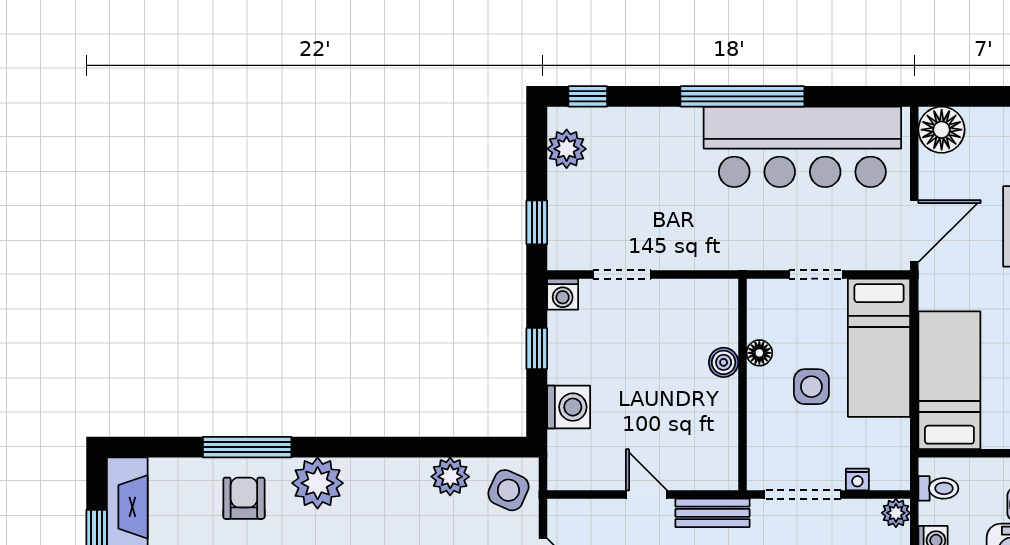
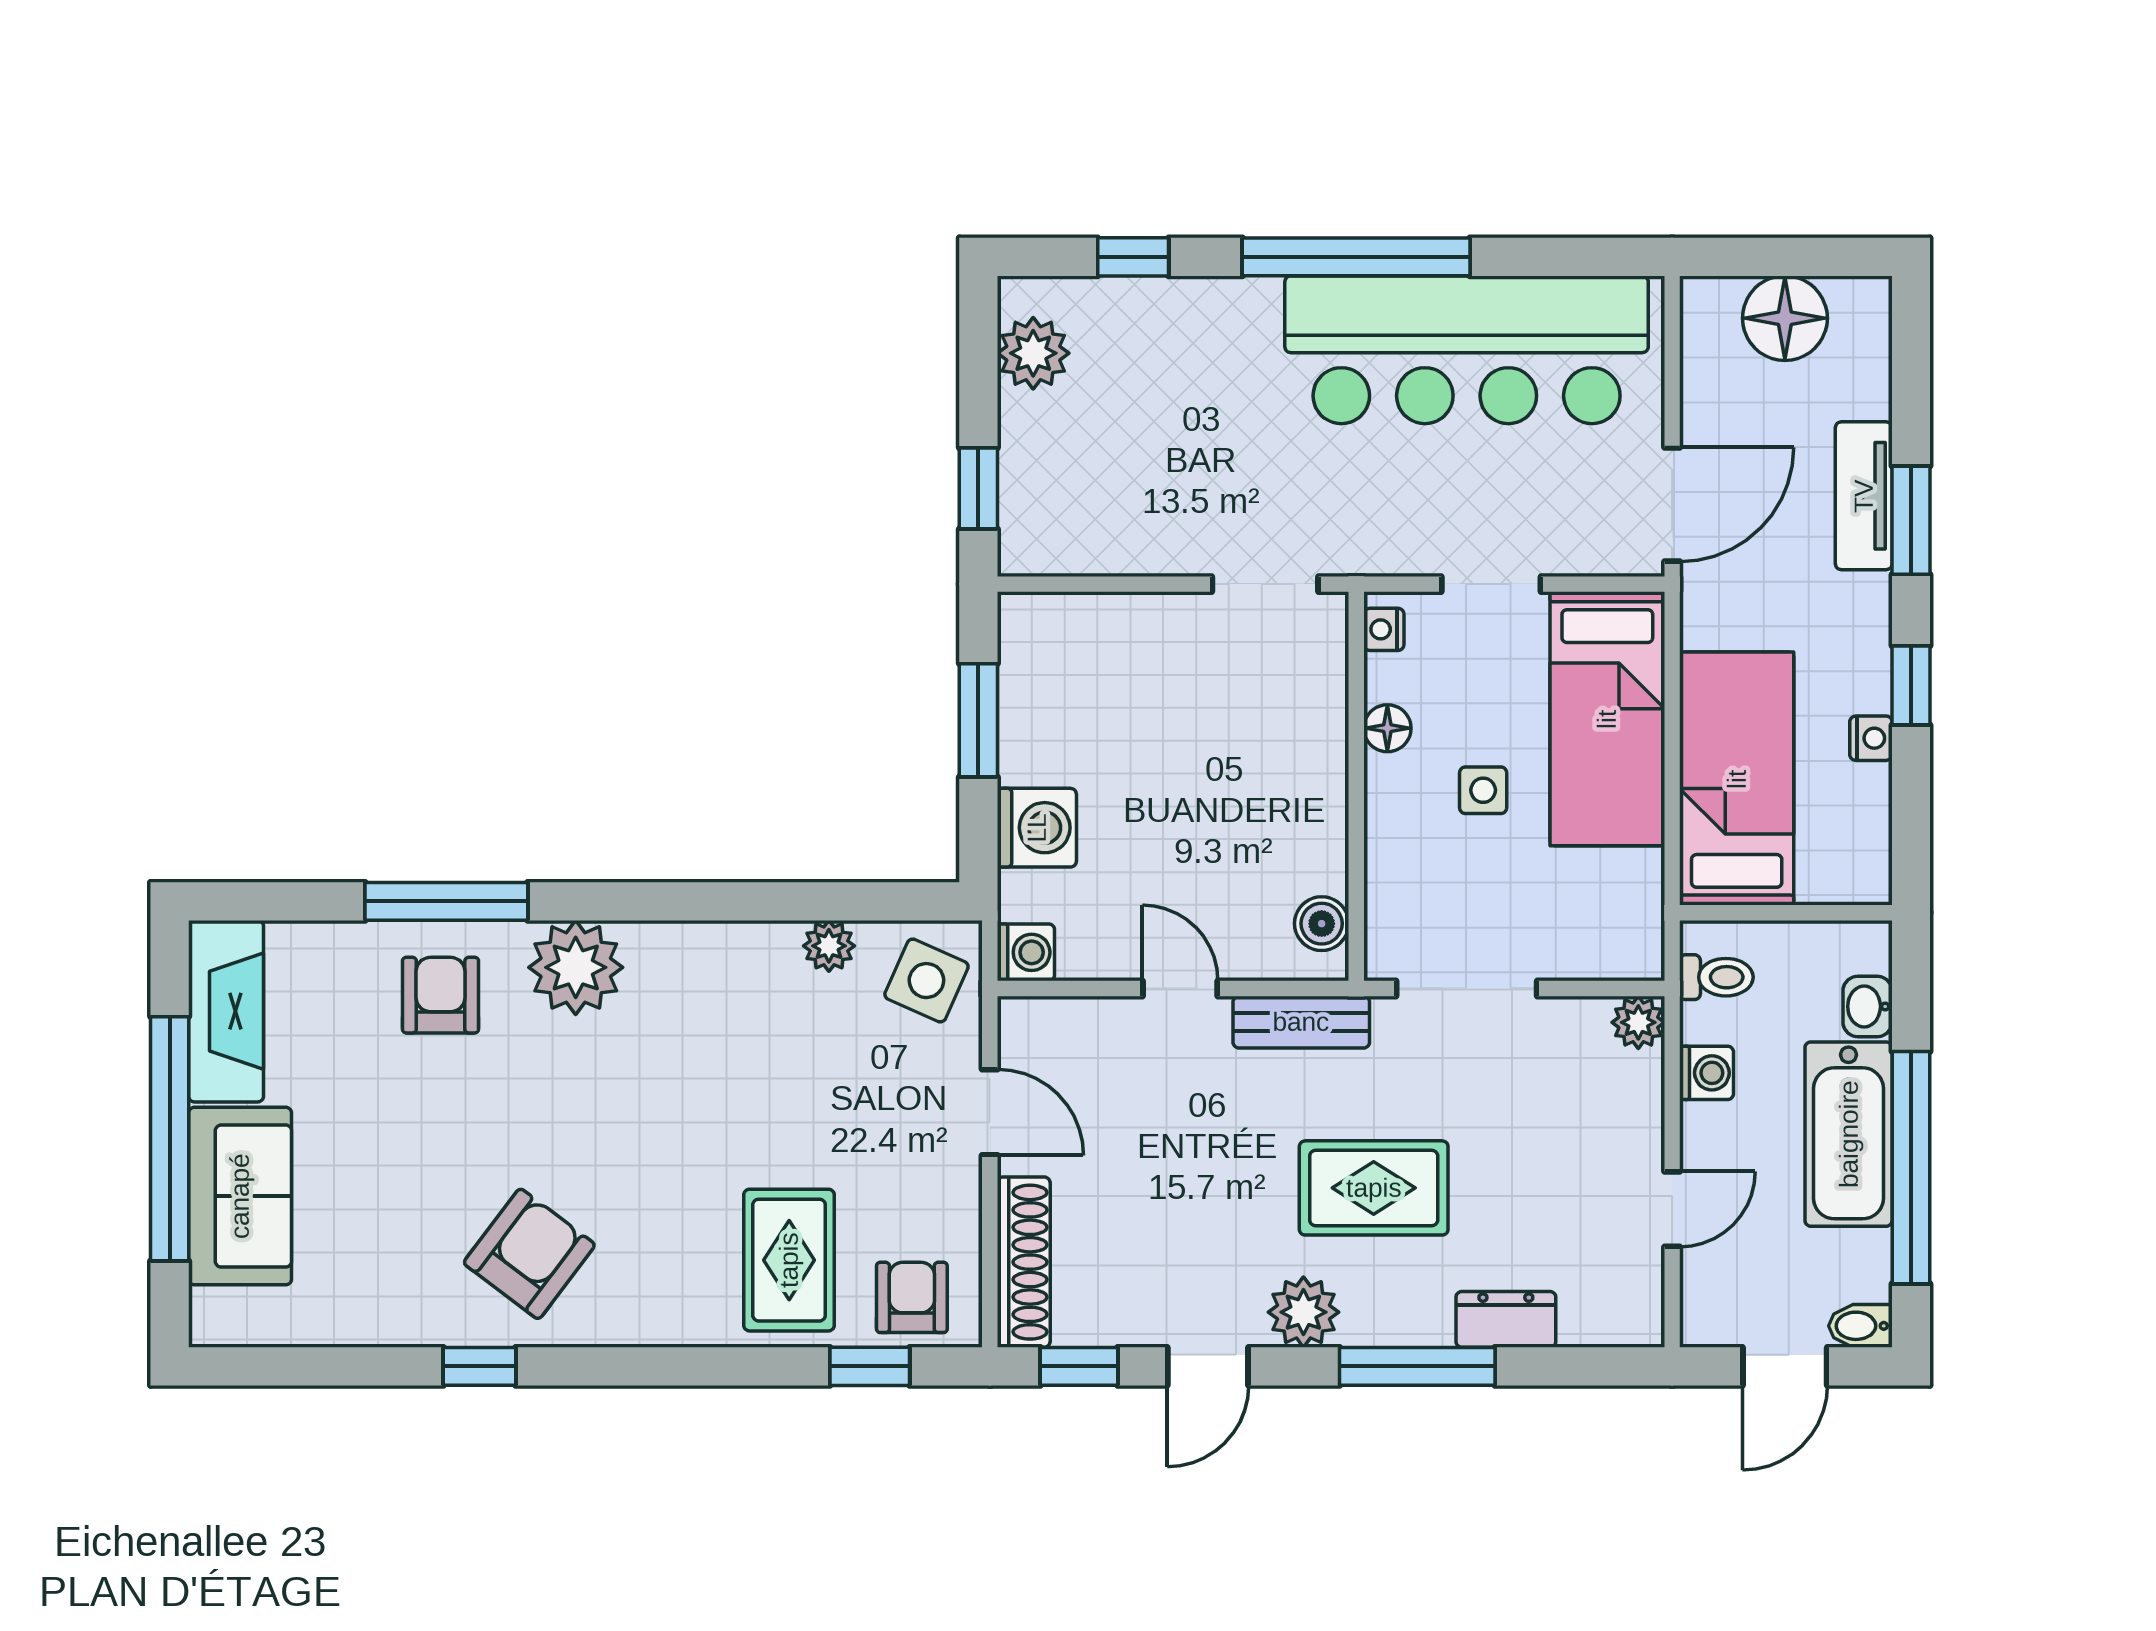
window: (588, 96) -> (1133, 257), moved
floor lamp: (942, 130) -> (1785, 318), moved
doorway: (622, 274) -> (1265, 584), moved
washing machine: (563, 294) -> (1026, 952), moved, turned -90
window: (537, 349) -> (978, 720), width x1.50
boiler: (724, 362) -> (1322, 924), moved
side table: (811, 387) -> (1483, 790), width x0.73, depth x0.73
plant: (450, 477) -> (829, 946), width x0.73, depth x0.73
nightstand: (857, 480) -> (1384, 629), moved, turned 90

